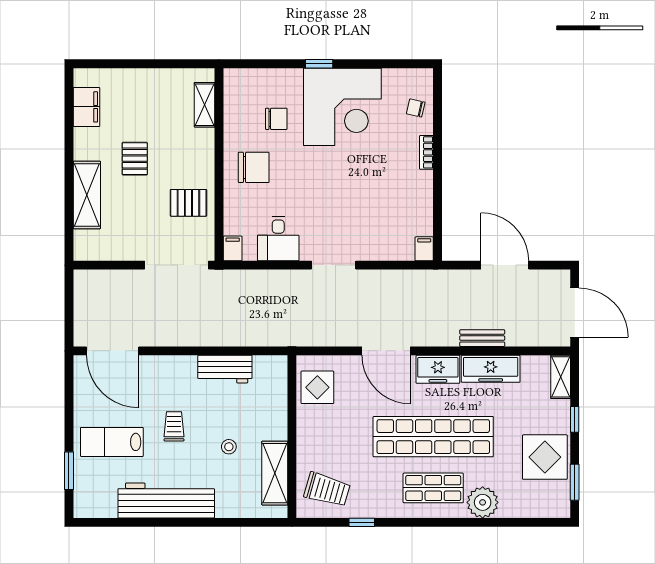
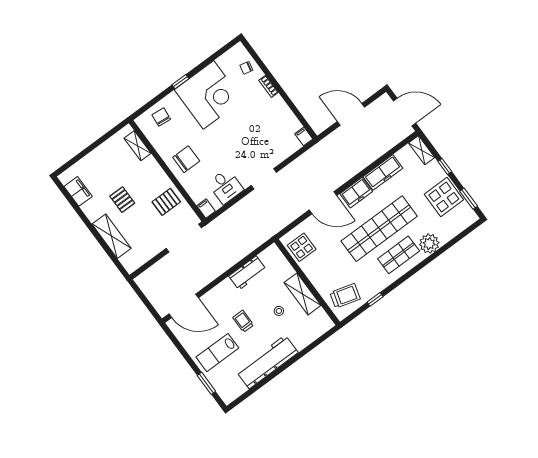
chair: (276, 119) -> (161, 117), moved, turned -84
bench: (482, 338) -> (367, 160), removed
shelving: (275, 473) -> (303, 294), moved

